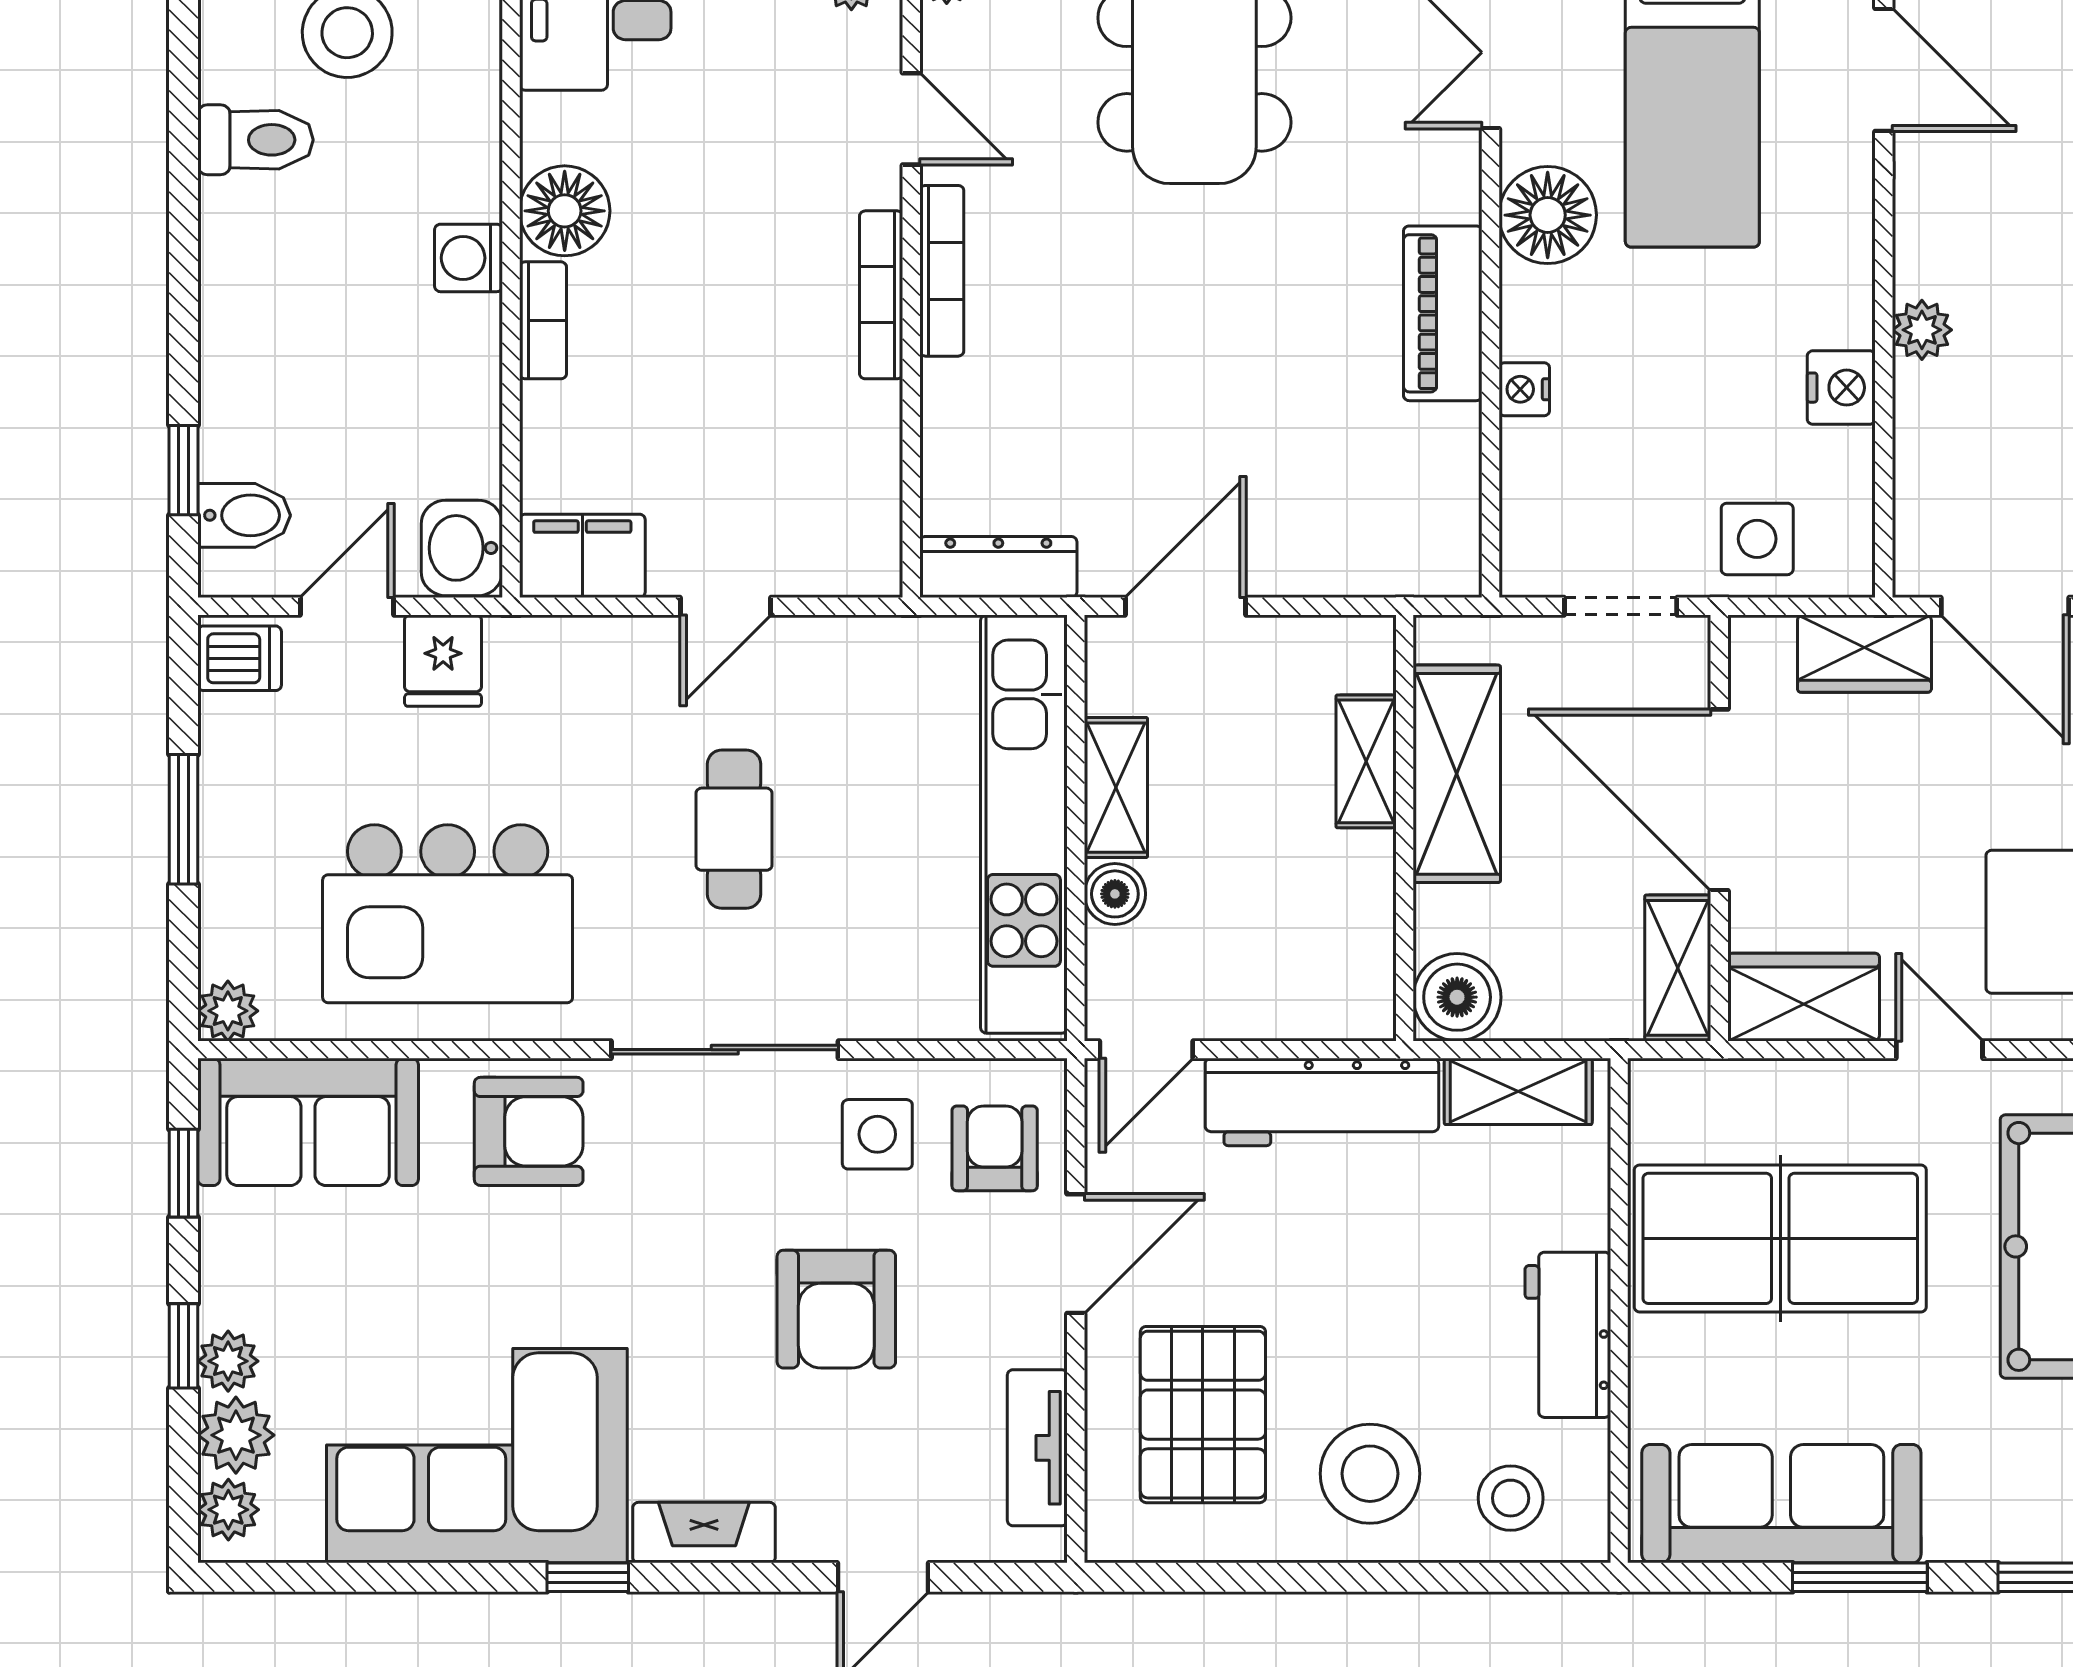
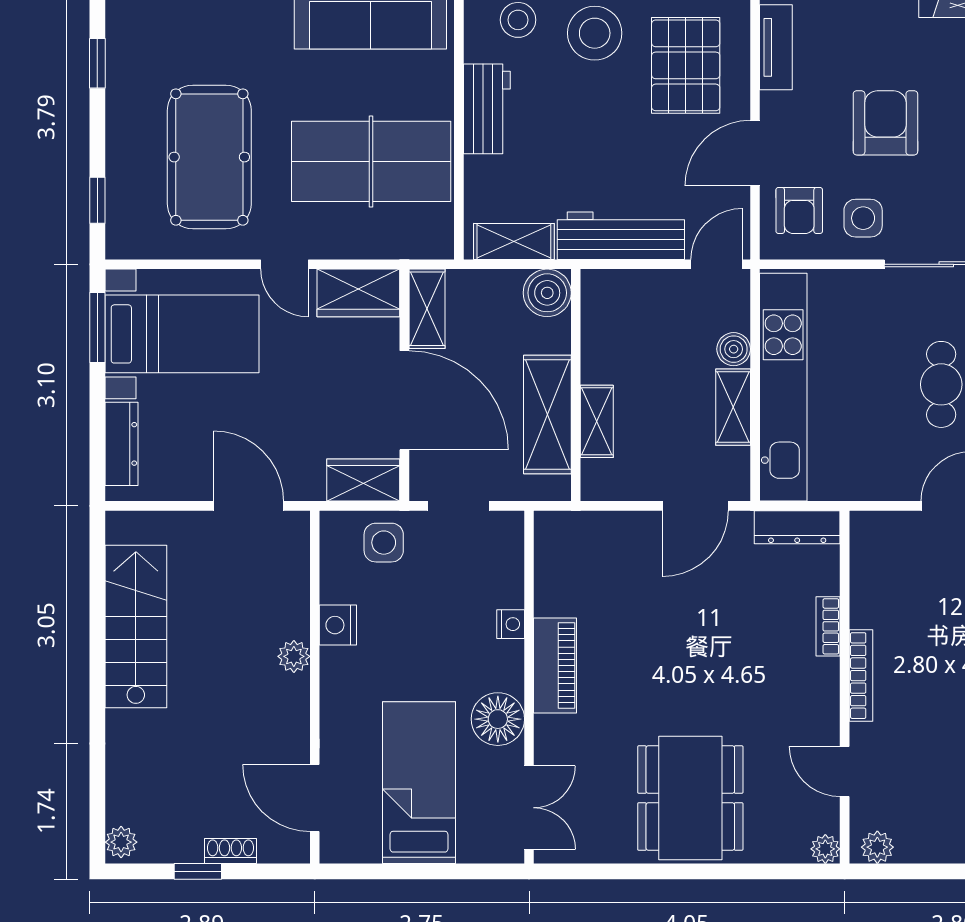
bookcase: (942, 271) -> (828, 626), moved, width x0.64
wardrobe: (1864, 654) -> (363, 480), moved

